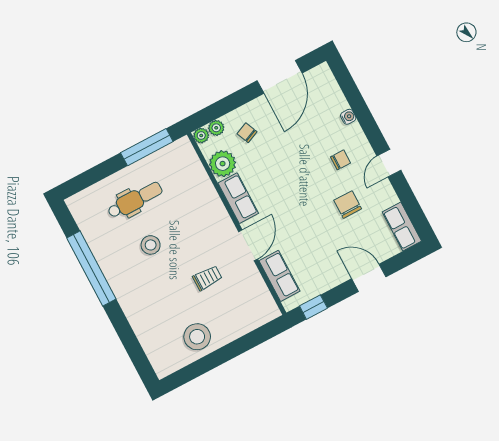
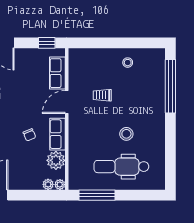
chair: (247, 133) -> (29, 135), moved
dental chair: (135, 200) -> (121, 167), width x1.36, depth x1.38
window: (91, 268) -> (170, 86), moved
stool: (197, 337) -> (128, 63), width x0.53, depth x0.53

